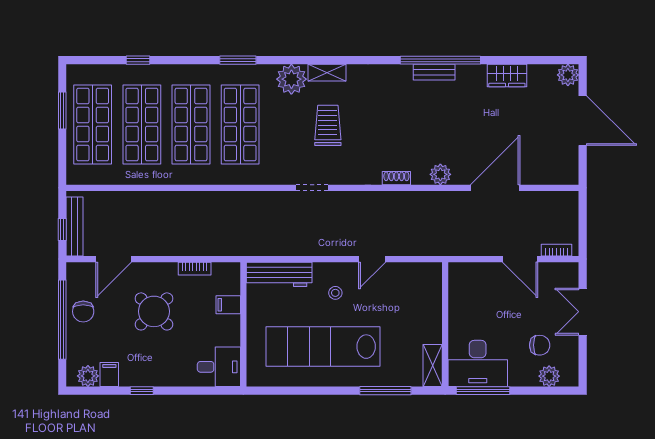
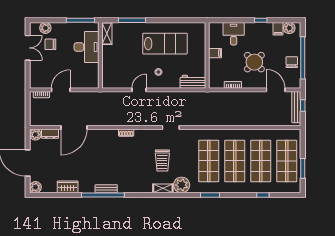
plant: (440, 174) -> (35, 135), moved
dresser: (540, 176) -> (50, 134), added
door: (114, 259) -> (276, 90), hinge flipped
door: (520, 259) -> (61, 90), hinge flipped
workbench: (279, 274) -> (193, 82), width x0.73
filing cabinet: (228, 305) -> (215, 53), moved
double door: (583, 312) -> (28, 48), moved
lab bench: (323, 347) -> (165, 44), width x0.73
desk: (478, 363) -> (86, 47), moved, turned 90
desk: (219, 367) -> (234, 34), moved, turned 90

